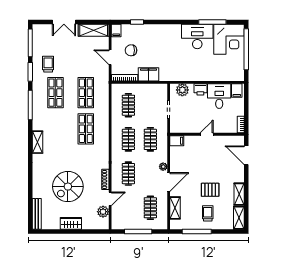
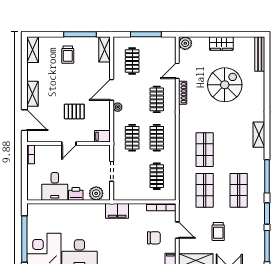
trolley: (48, 64) -> (218, 231), moved
filing cabinet: (149, 74) -> (117, 211), moved
filing cabinet: (237, 91) -> (35, 193), removed
pallet: (210, 190) -> (74, 111), moved
shelving: (239, 194) -> (32, 94), moved
shelving: (175, 208) -> (104, 49), moved
plant: (103, 212) -> (185, 43), moved

